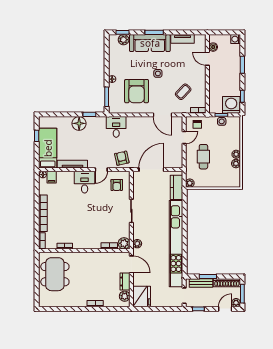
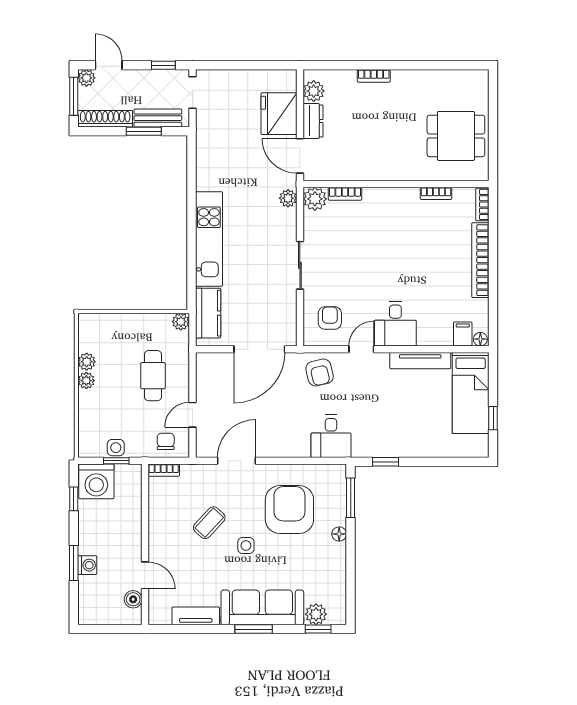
washing machine: (236, 39) -> (87, 565), moved
coffee table: (183, 92) -> (209, 523), moved
door: (162, 115) -> (237, 461), hinge flipped
floor lamp: (79, 123) -> (407, 443), removed
kitchen unit: (176, 244) -> (209, 239), width x0.54
dining table: (55, 274) -> (456, 136), width x0.73
fridge: (142, 297) -> (279, 114), moved
door: (225, 309) -> (109, 65), swing flipped

